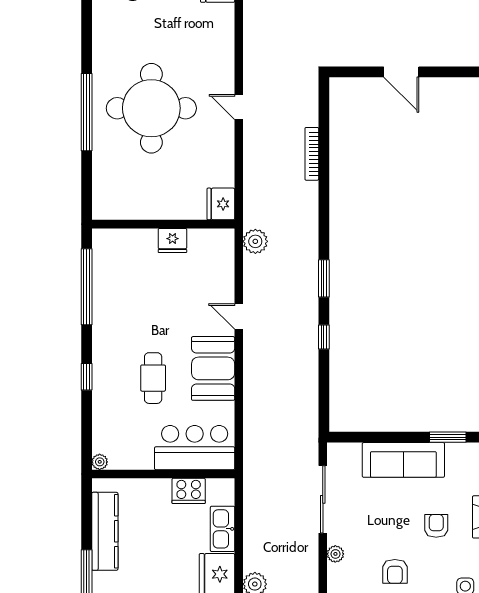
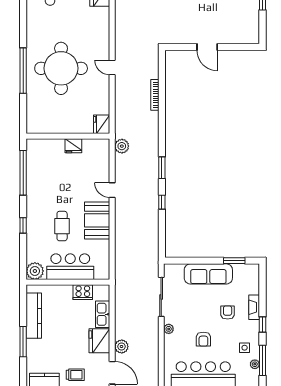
bar counter: (195, 448) -> (70, 267), moved
plant: (100, 462) -> (35, 271), width x1.87, depth x1.87

